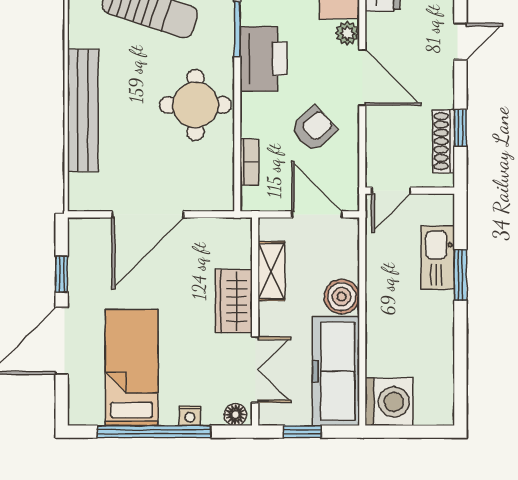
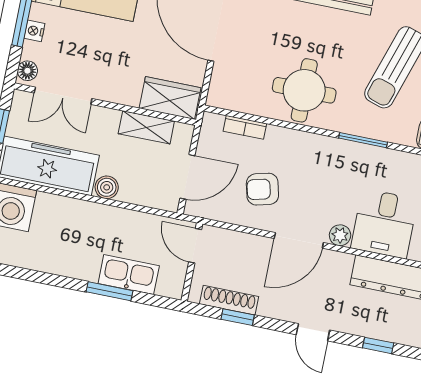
printer: (264, 59) -> (332, 158), removed
armchair: (314, 129) -> (262, 189), turned 119
boiler: (342, 297) -> (107, 187), width x0.73, depth x0.73
wardrobe: (234, 301) -> (170, 98), moved

